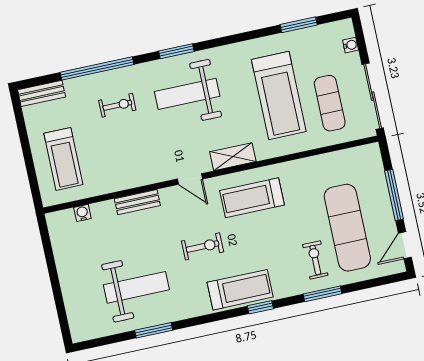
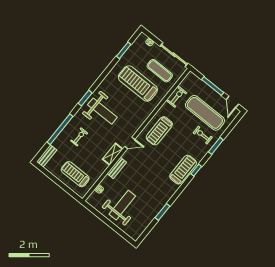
weight bench: (187, 94) -> (102, 111), turned -90
treadmill: (279, 96) -> (138, 83), turned 180
shelving: (233, 157) -> (113, 154), moved
treadmill: (63, 159) -> (75, 174), turned 180
exercise bike: (203, 246) -> (177, 97), moved
weight bench: (136, 287) -> (122, 205), moved

